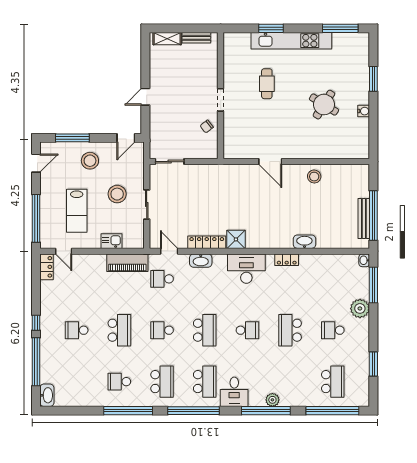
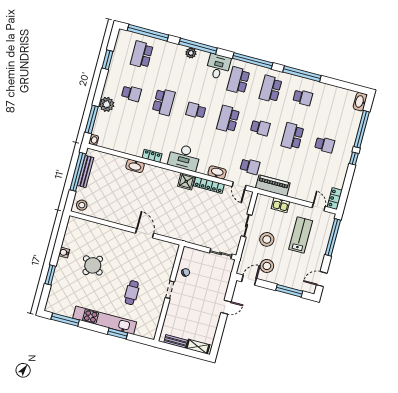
stool: (90, 161) -> (267, 266), moved
stool: (314, 177) -> (82, 205), moved

